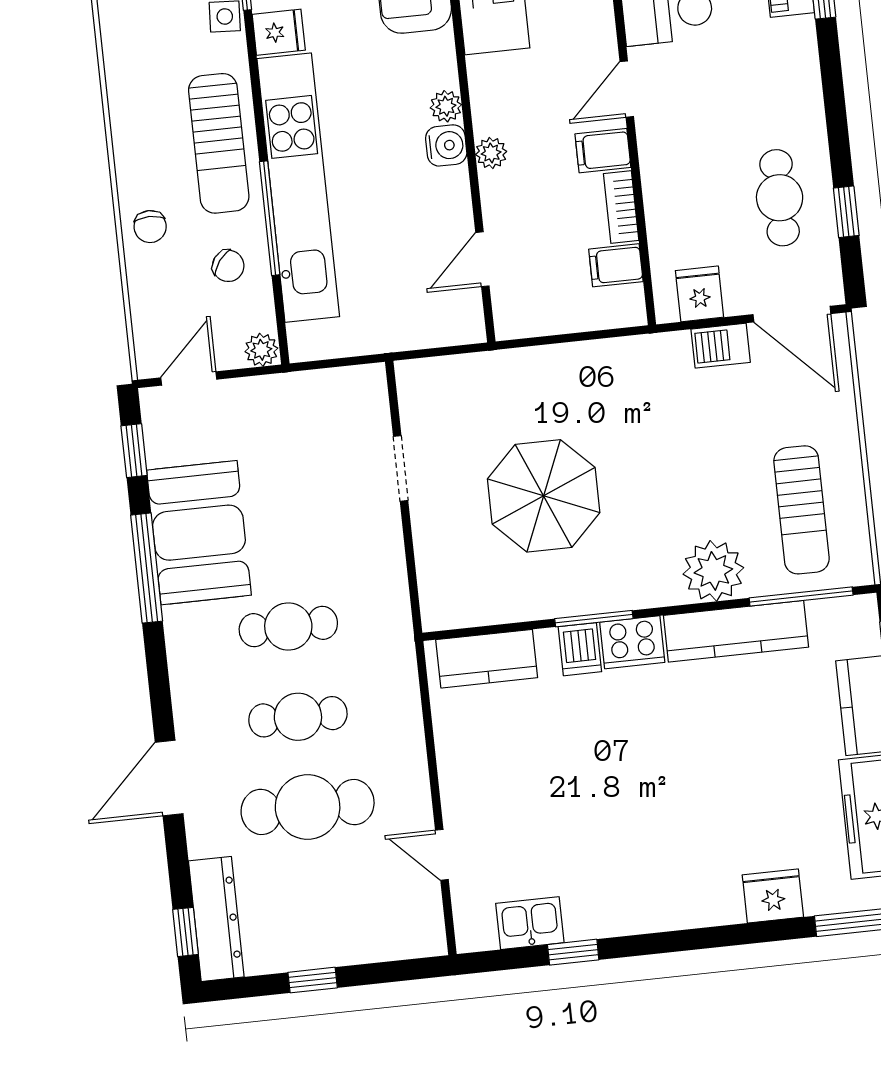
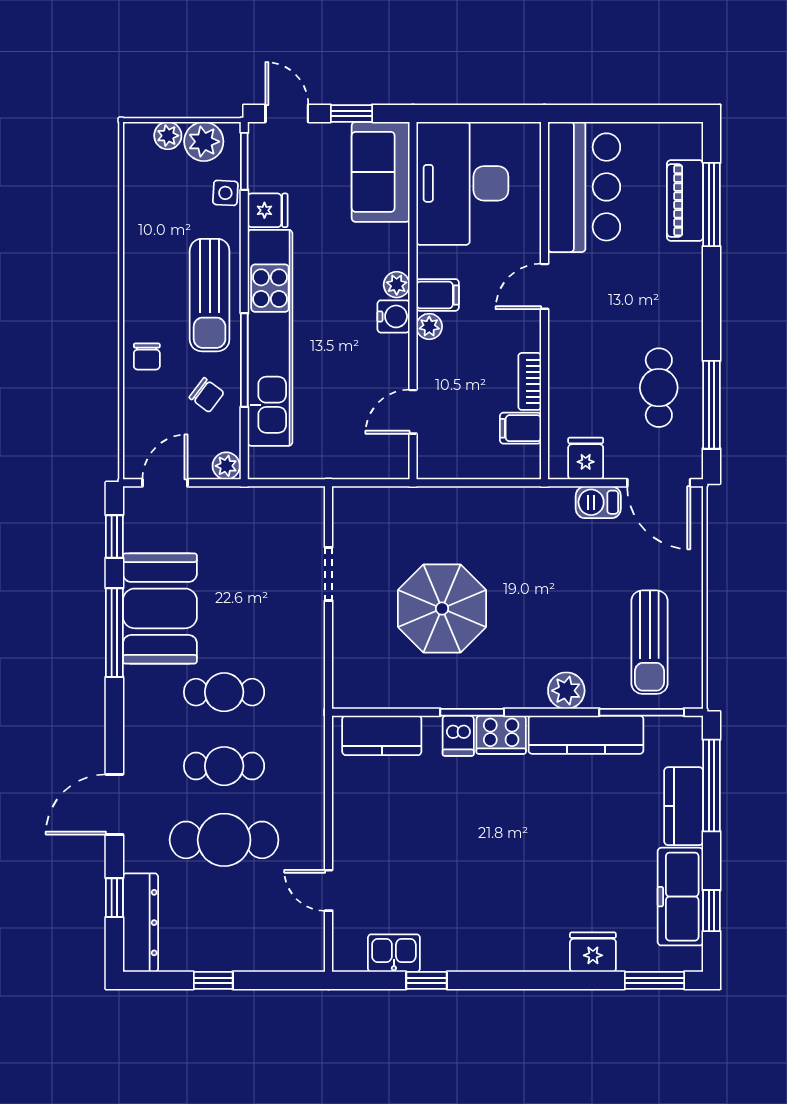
filing cabinet: (603, 151) -> (438, 295), moved, turned 180
window: (846, 212) -> (712, 405), width x2.17
plant: (713, 571) -> (566, 691), width x0.73, depth x0.73
window: (185, 932) -> (114, 898), moved

